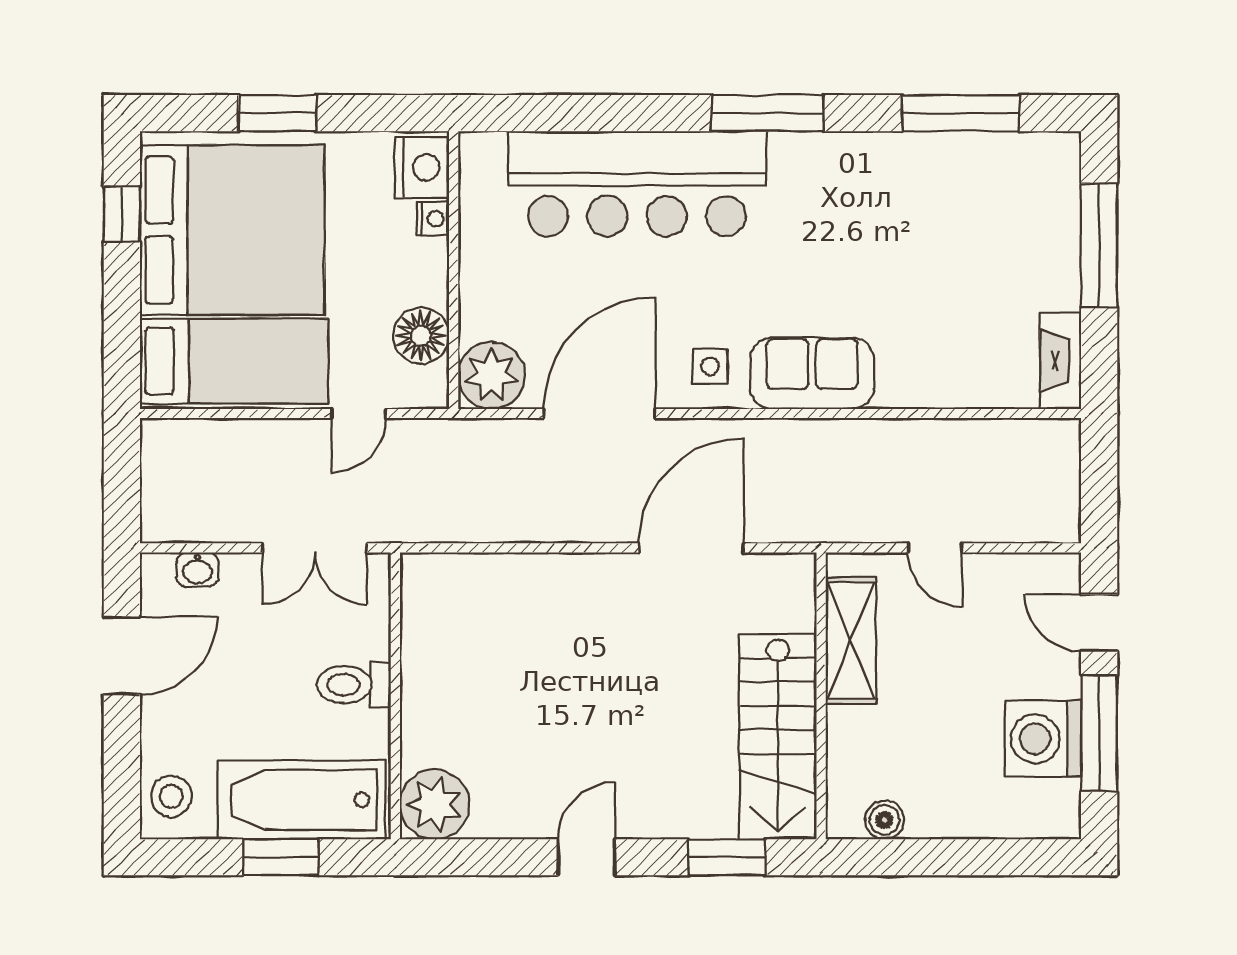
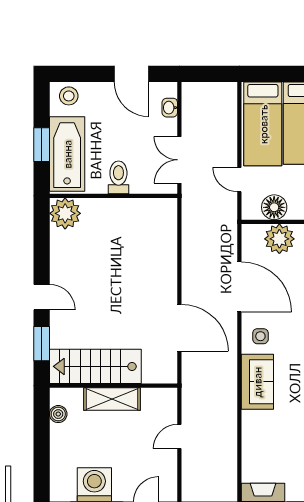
plant: (492, 375) -> (279, 239), moved
shelving: (851, 641) -> (112, 399), moved
door: (586, 857) -> (42, 297), moved

